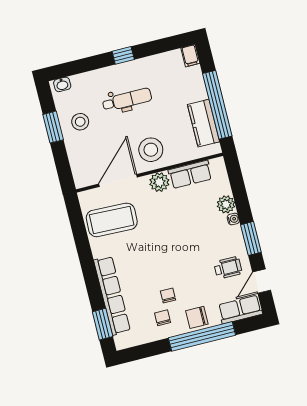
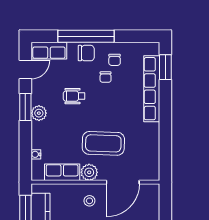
stool: (151, 150) -> (89, 201), width x0.53, depth x0.53
plant: (226, 204) -> (39, 113), moved
water cooler: (233, 219) -> (36, 154), moved
coffee table: (112, 220) -> (103, 143), moved
wheelchair: (228, 268) -> (74, 96), moved

